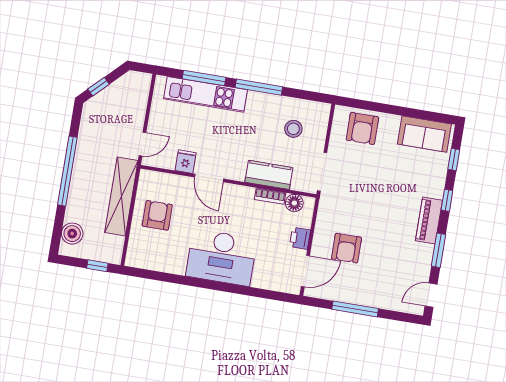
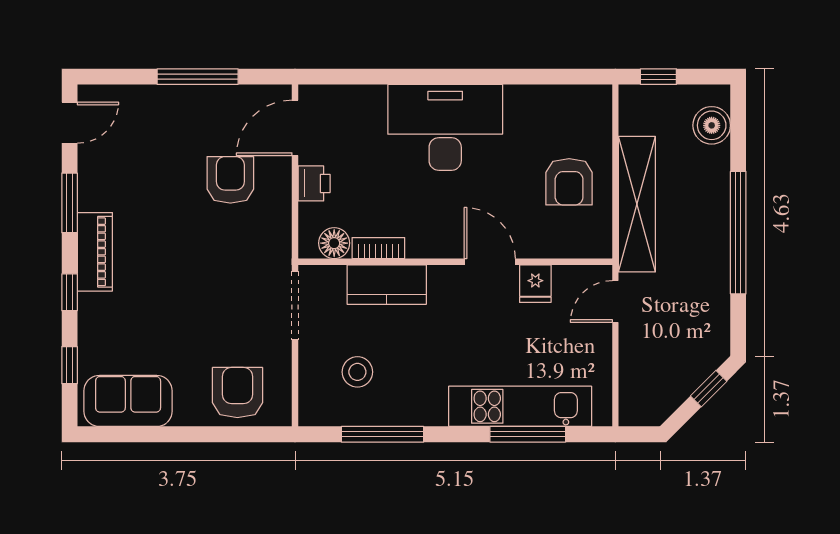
window: (259, 87) -> (383, 434), moved

